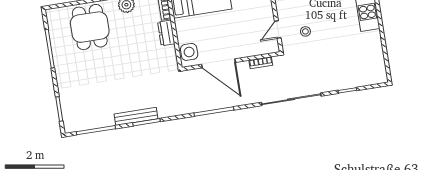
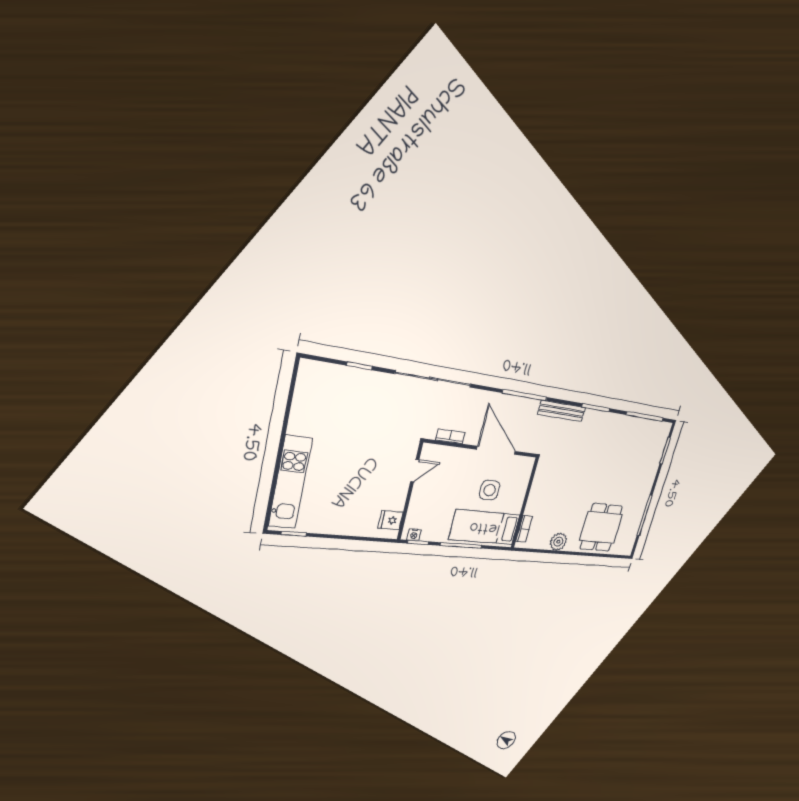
stool: (305, 31) -> (383, 459), removed
dresser: (166, 33) -> (534, 501), removed
side table: (189, 52) -> (490, 490), moved
bench: (136, 116) -> (562, 411), moved

